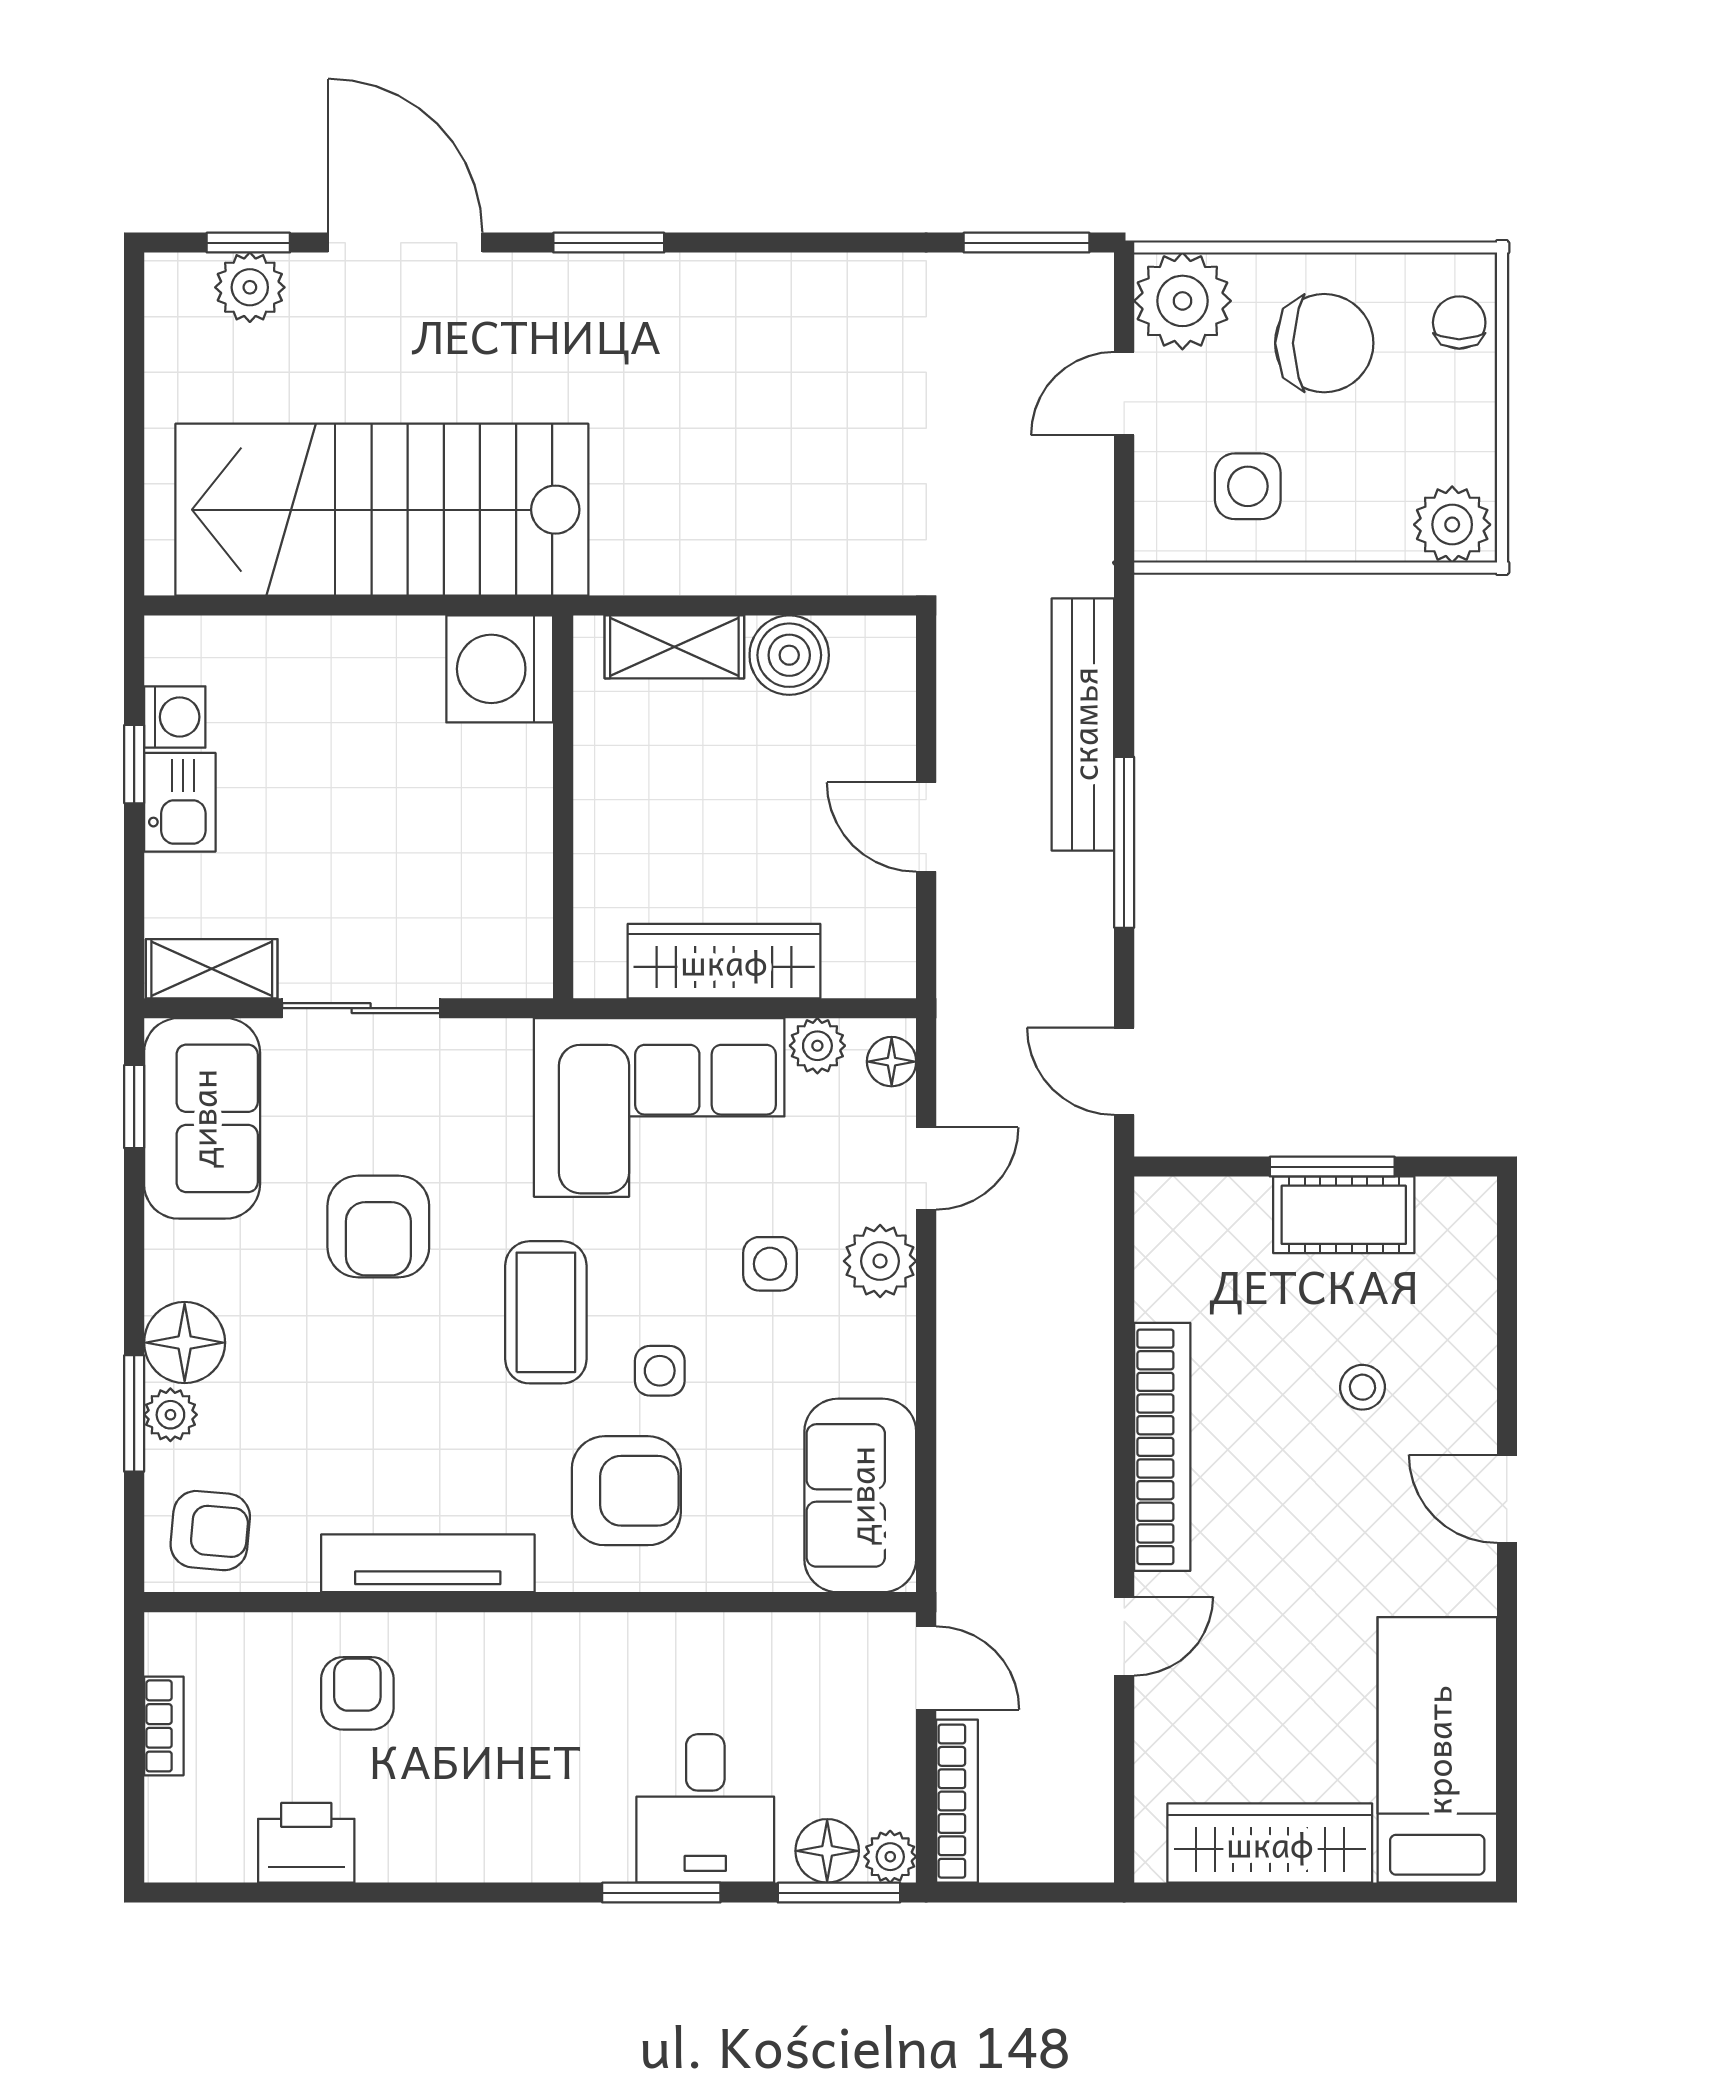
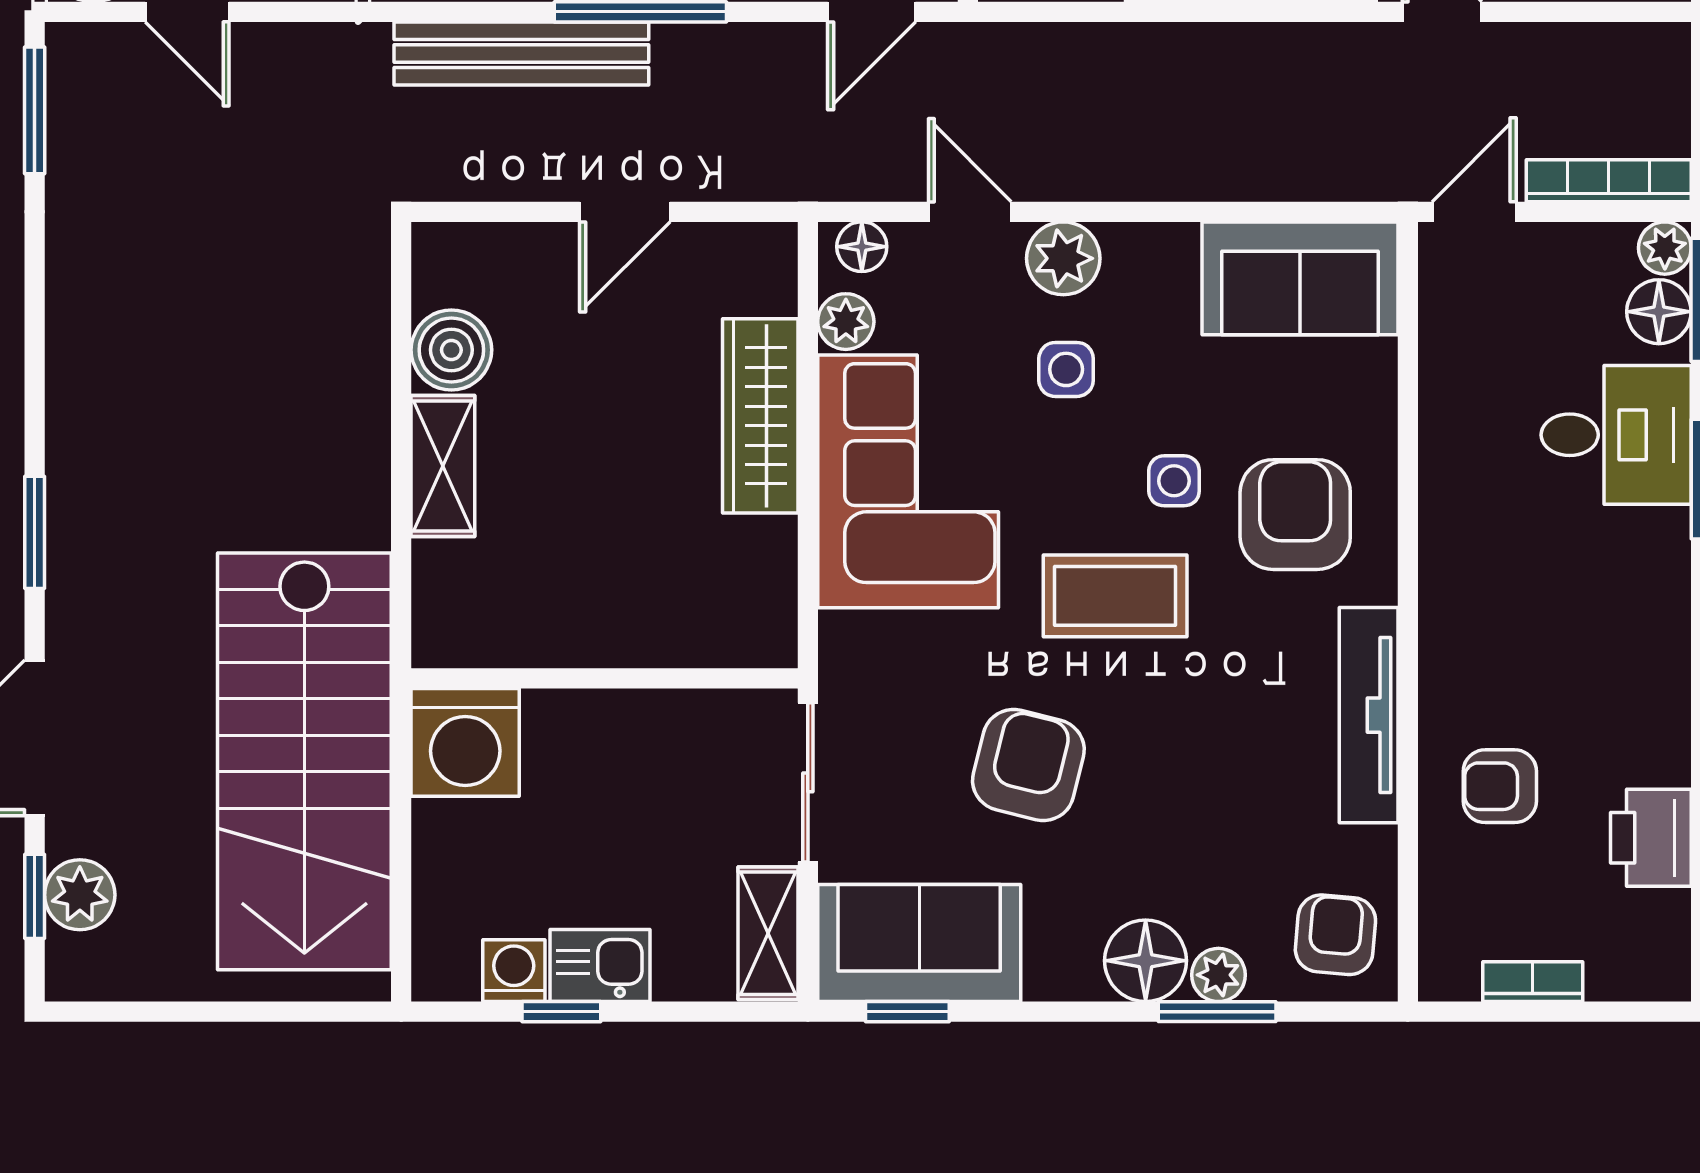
washing machine: (500, 669) -> (465, 742), moved
wall: (563, 807) -> (605, 678), moved
armchair: (378, 1227) -> (1028, 765), turned -76

